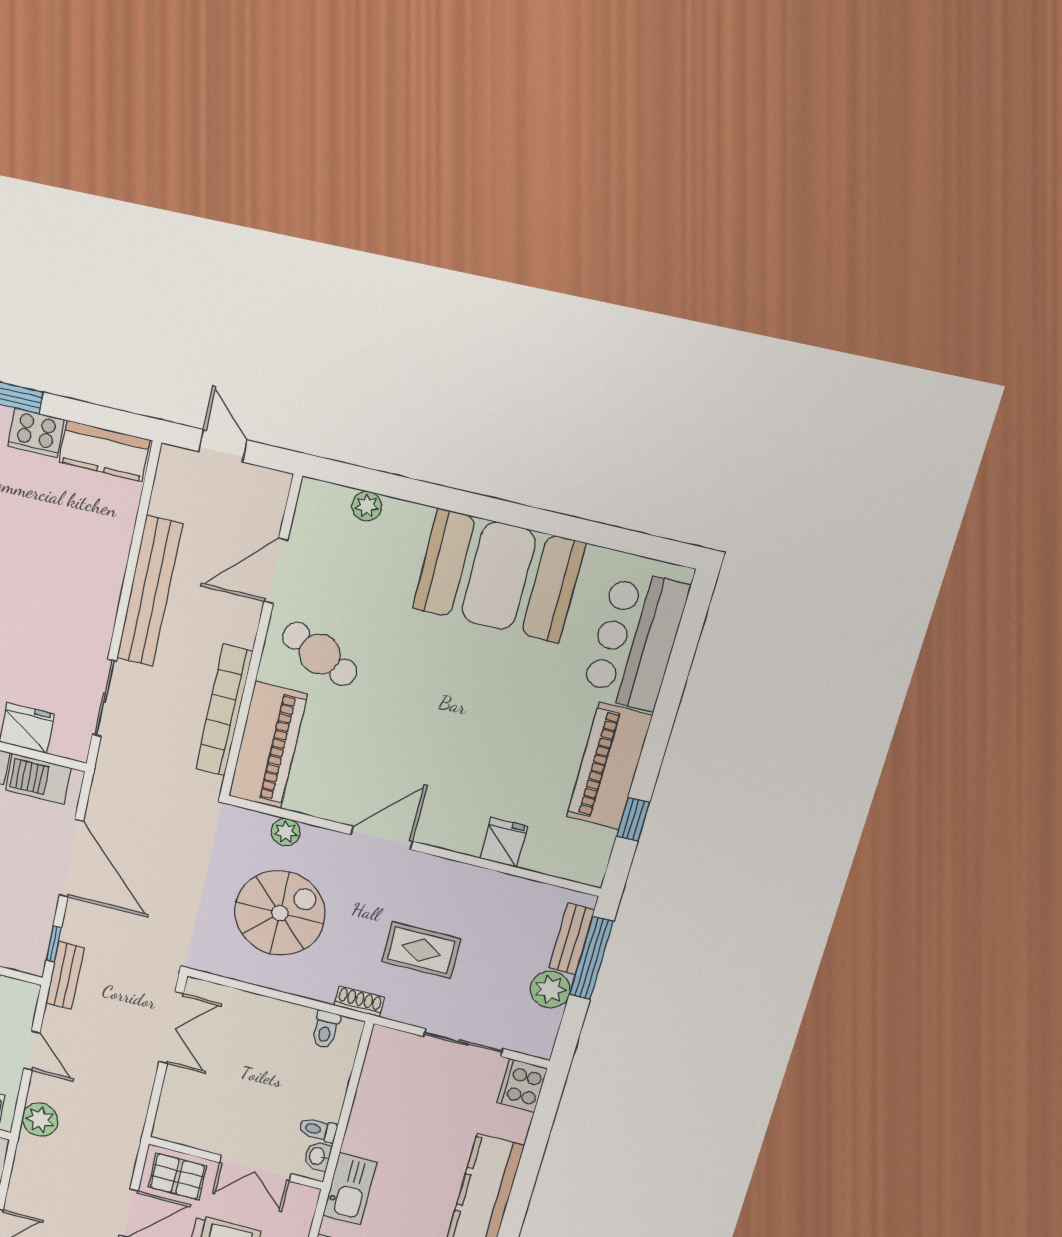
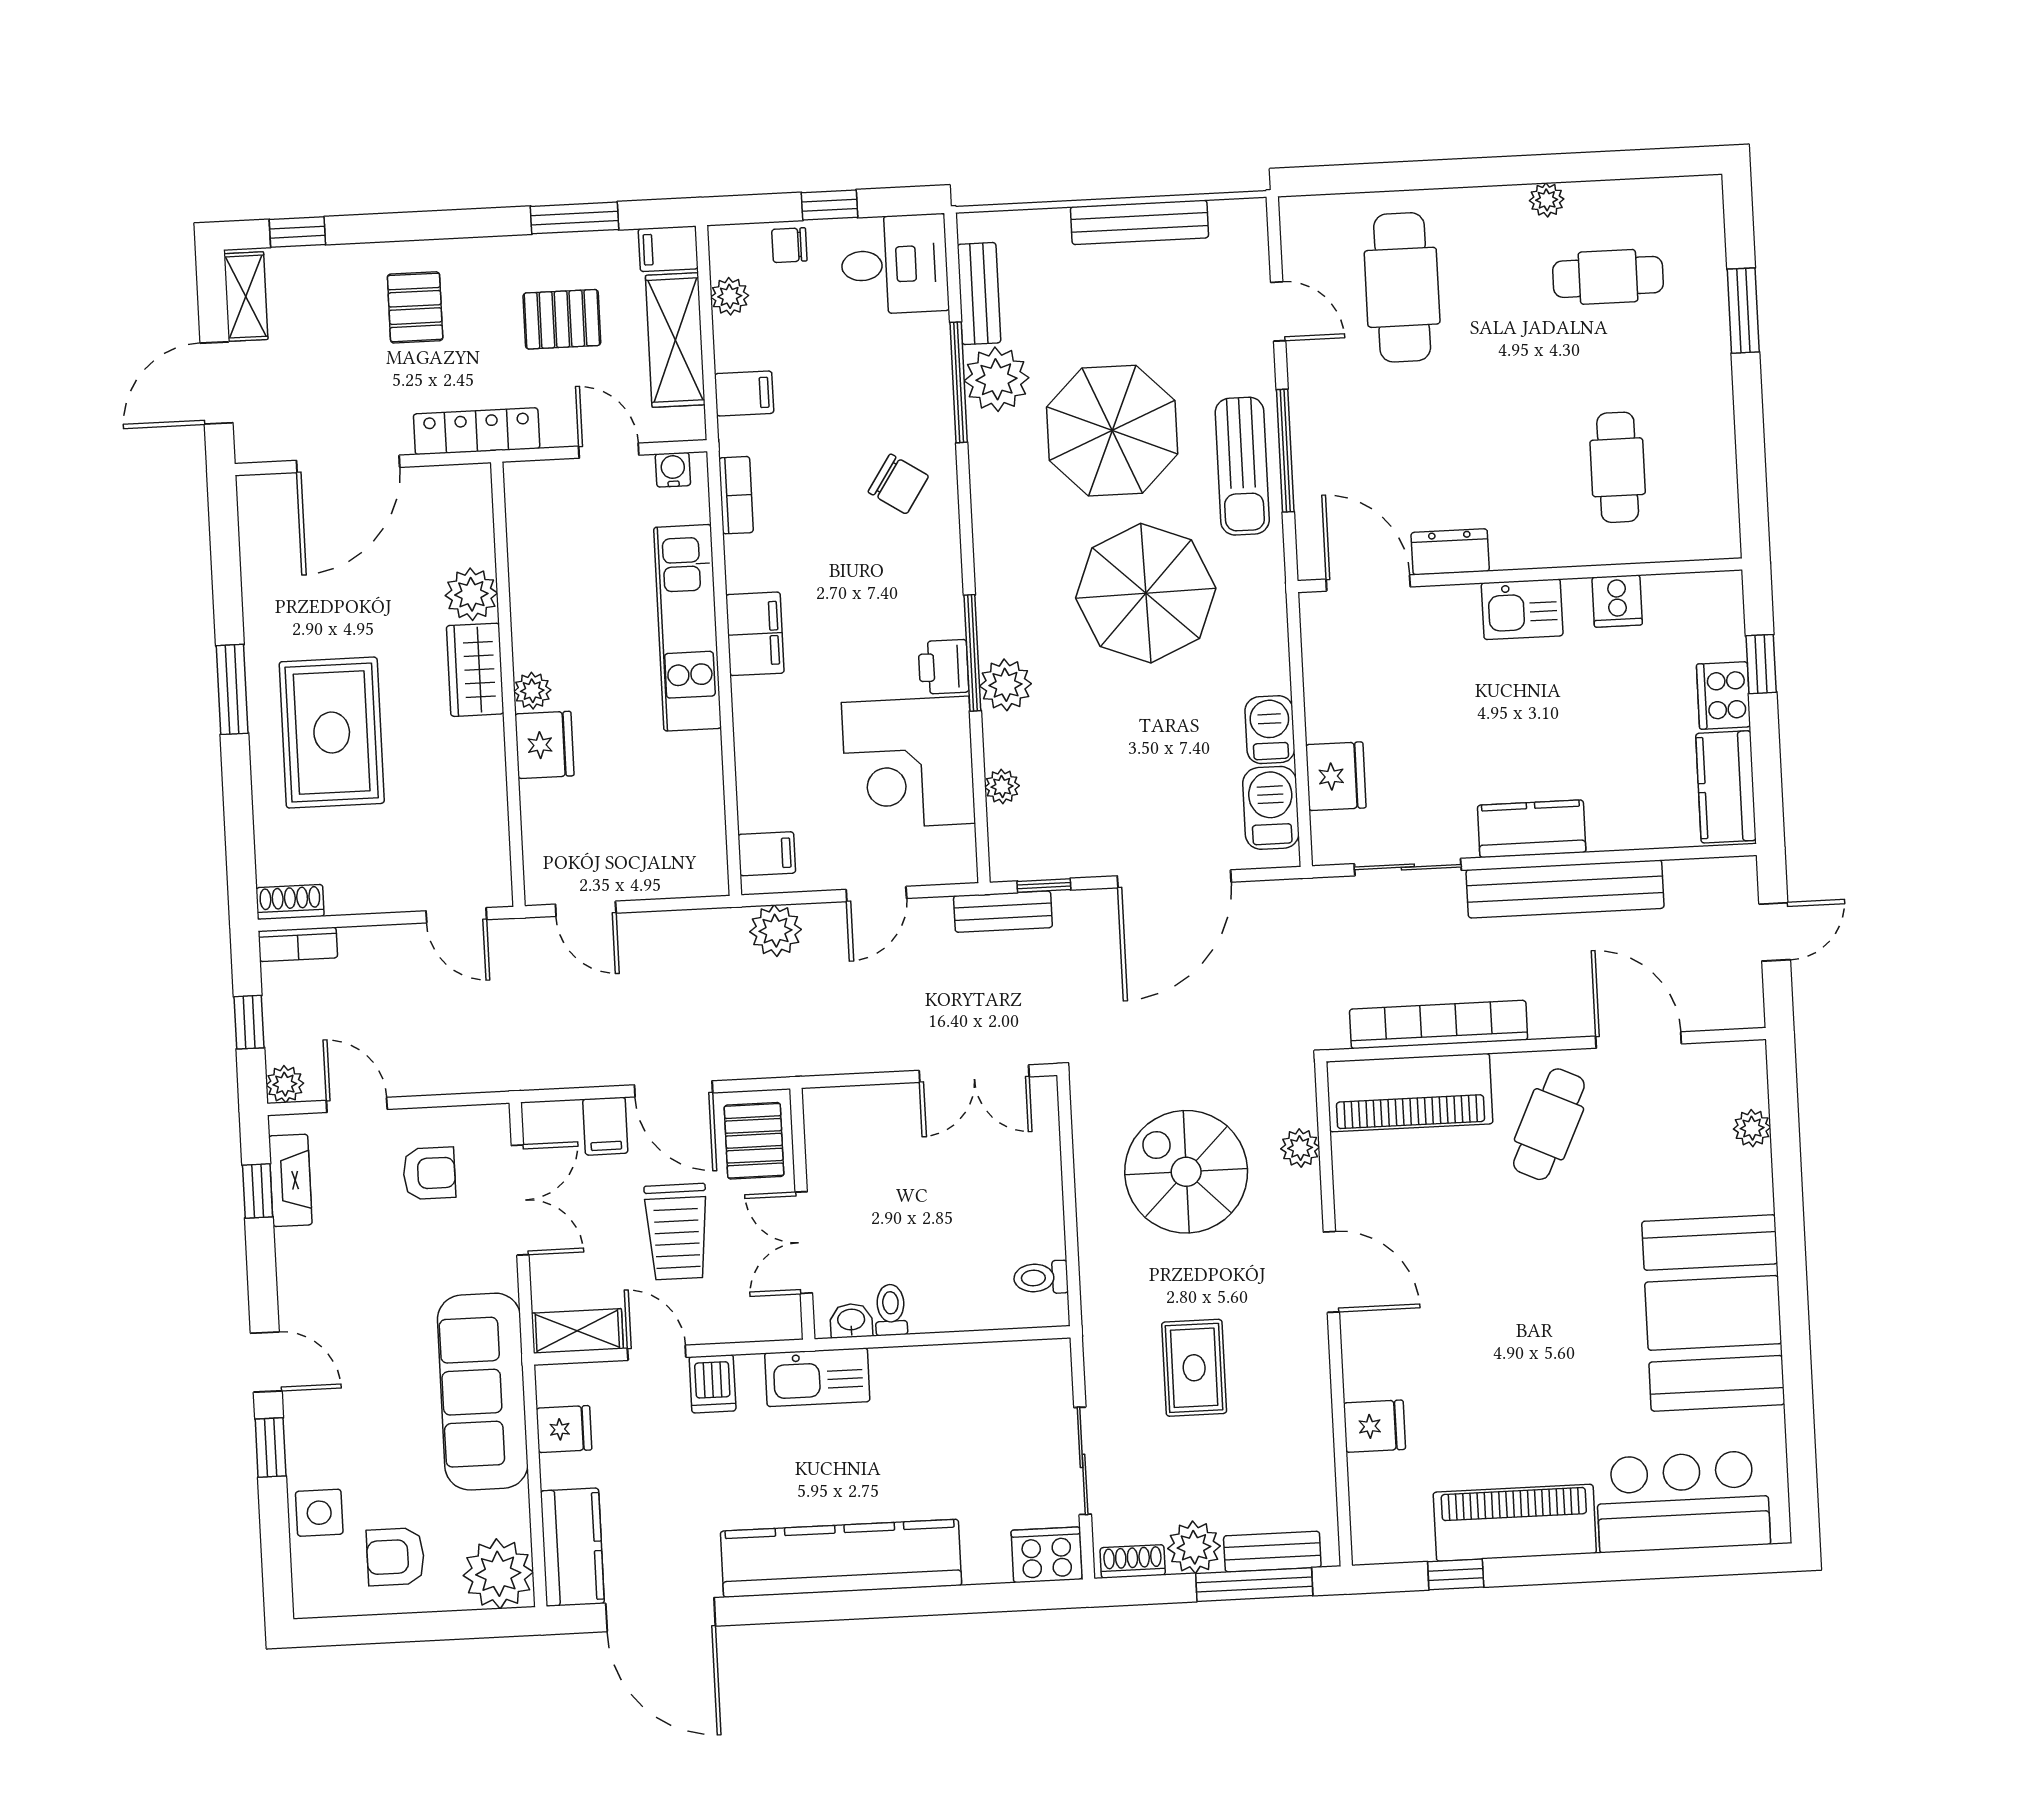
kitchen counter: (99, 602) -> (1532, 829), added
spiral stairs: (280, 913) -> (1186, 1172), turned 180
shoe rack: (359, 1001) -> (1133, 1561), moved, turned -90

